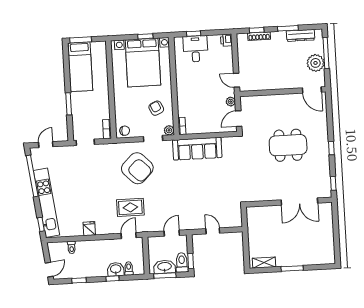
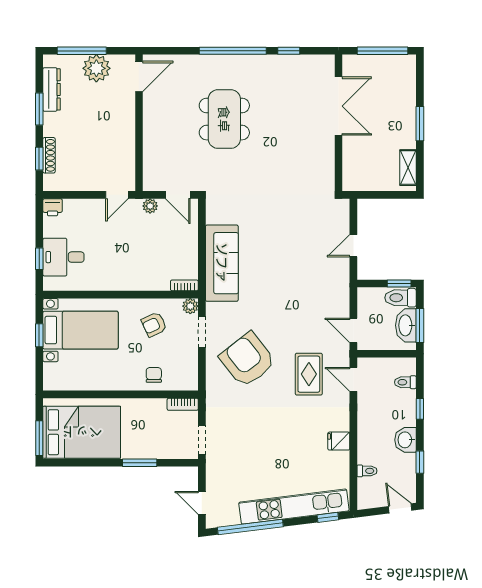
bed with nightstands: (143, 63) -> (80, 330), width x0.73
bed: (80, 67) -> (82, 432), width x1.50
chair: (125, 131) -> (154, 375), moved
window: (331, 148) -> (233, 51), width x3.17
armchair: (137, 168) -> (247, 360), turned -83
wall: (289, 202) -> (339, 123), moved
double door: (299, 202) -> (339, 106), moved
door: (172, 233) -> (353, 330), moved
window: (337, 242) -> (382, 51), added
washbasin: (116, 269) -> (405, 440), moved

